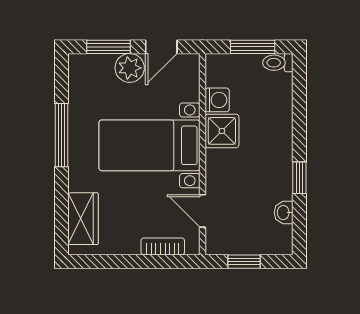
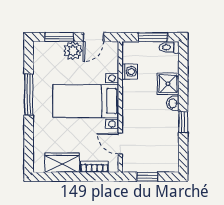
shower: (222, 131) -> (168, 84), moved
washbasin: (284, 213) -> (173, 103), moved
wardrobe: (83, 219) -> (62, 163), moved, turned -90

